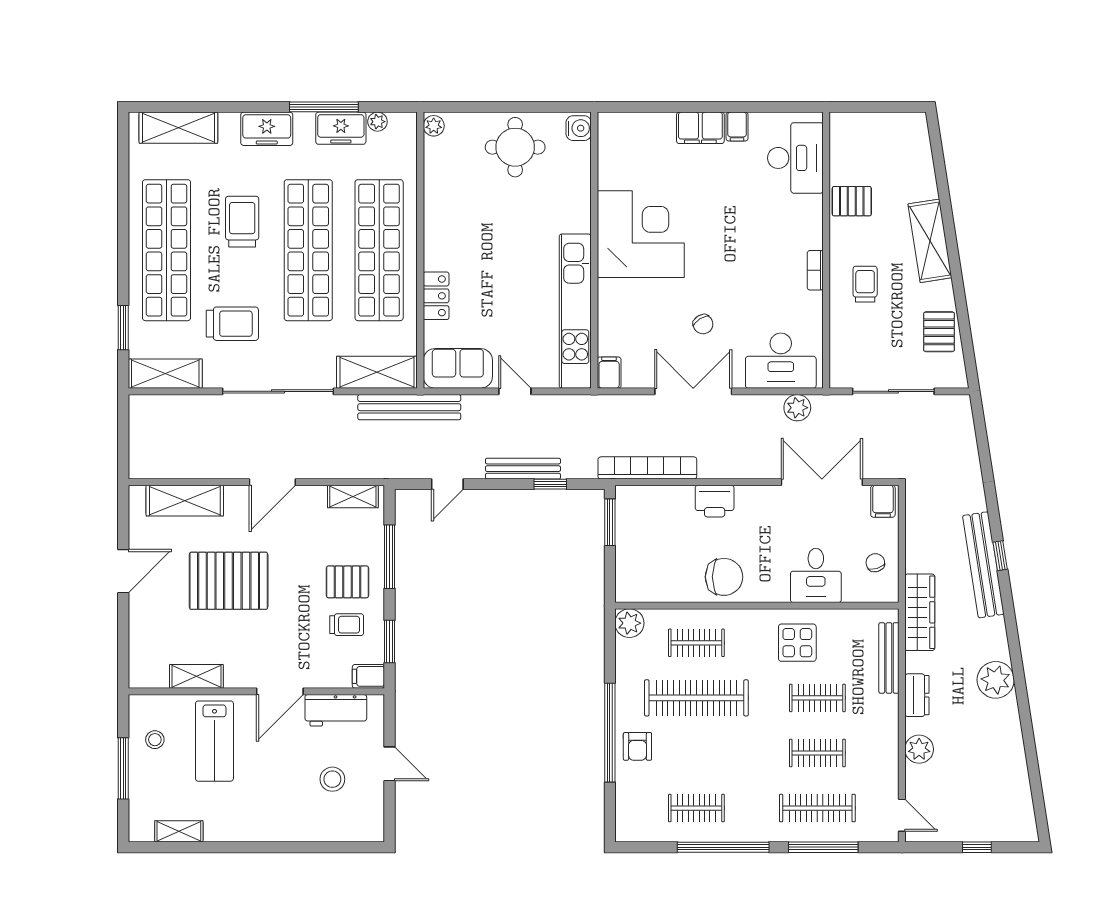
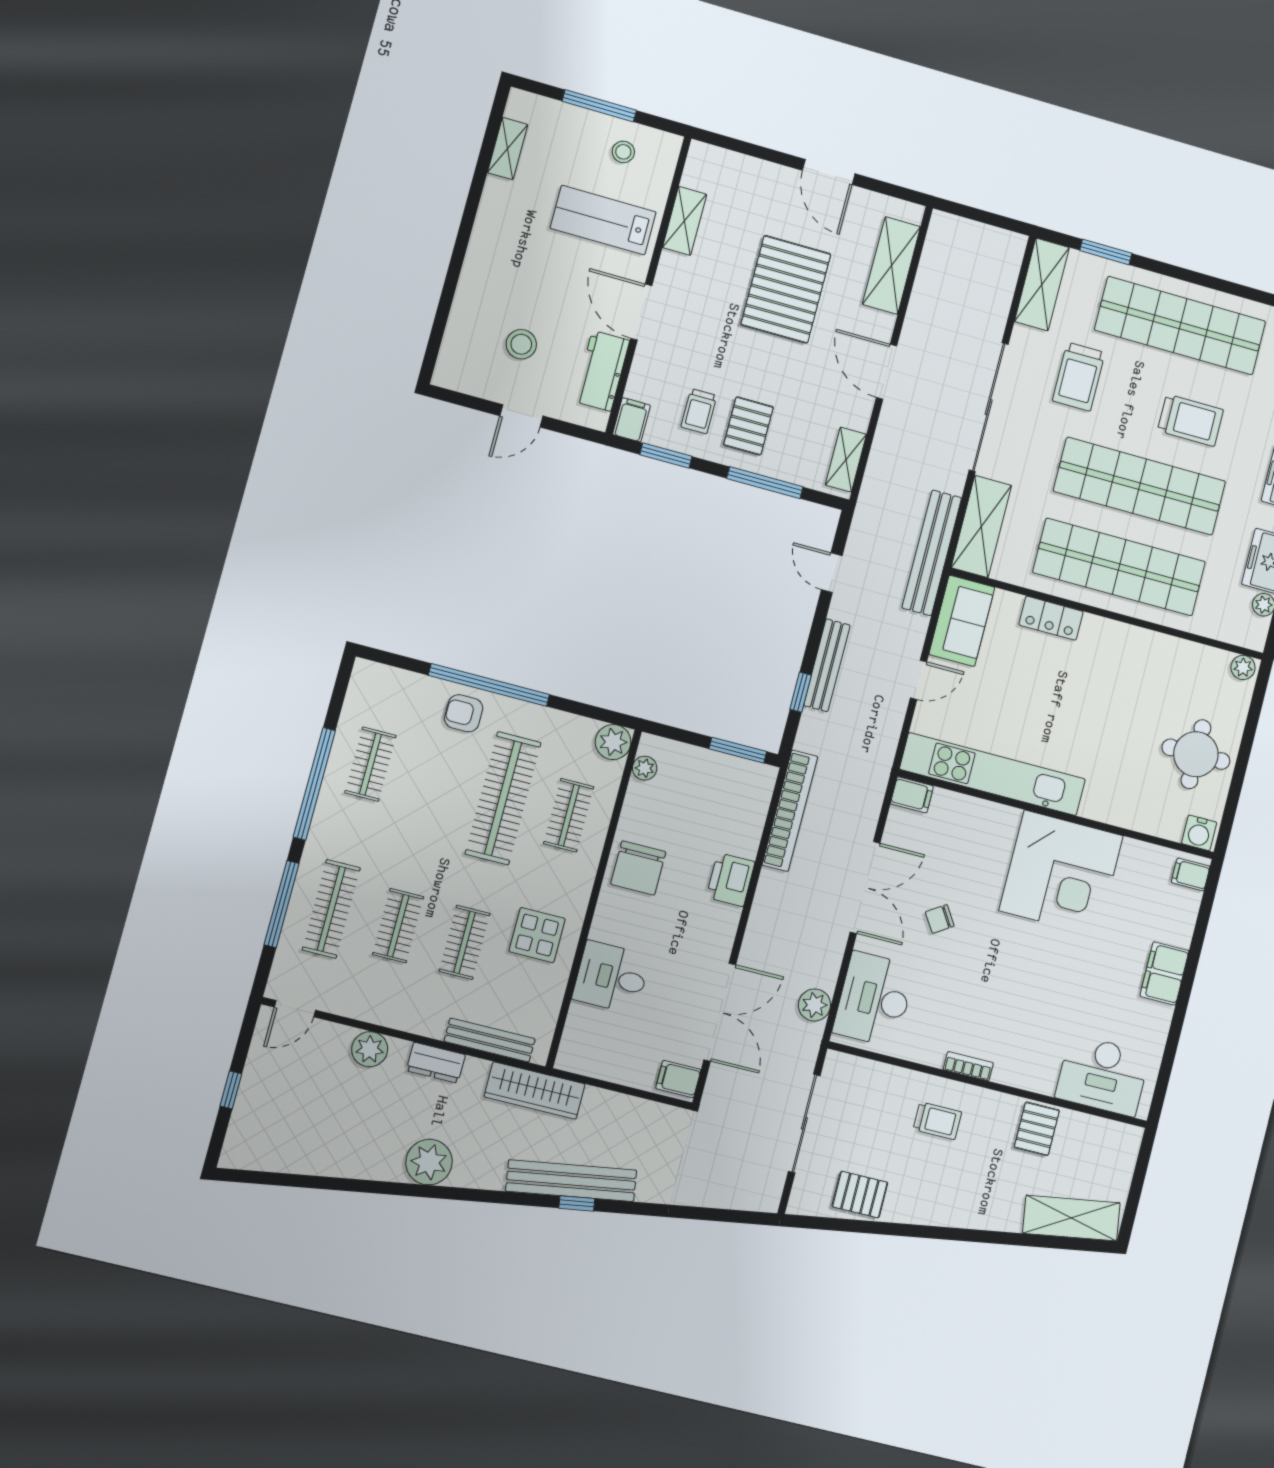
filing cabinet: (737, 127) -> (1191, 874), moved
shelving: (930, 241) -> (1071, 1218), moved
chair: (875, 563) -> (608, 1052), removed
plant: (644, 593) -> (645, 768), added

